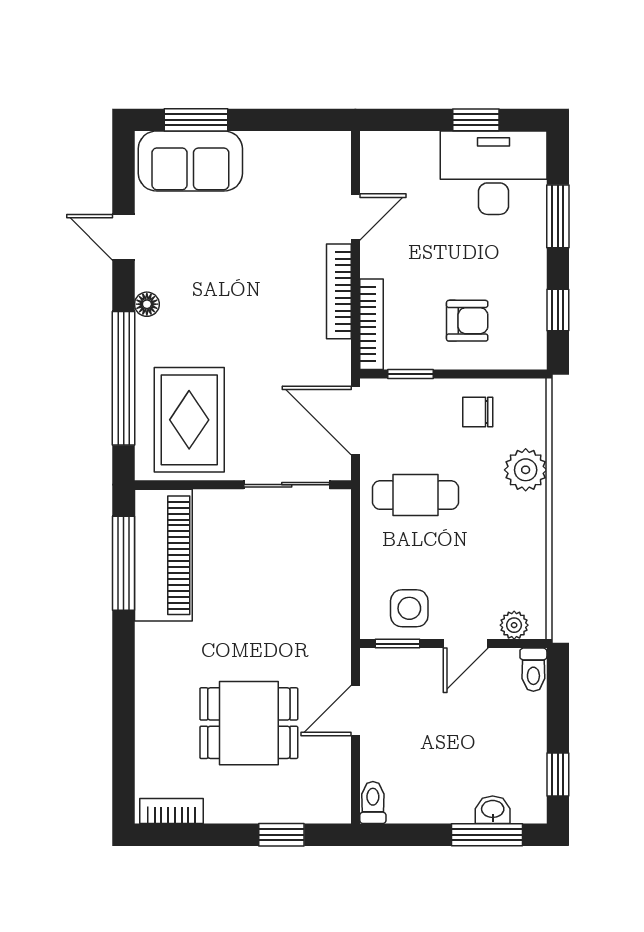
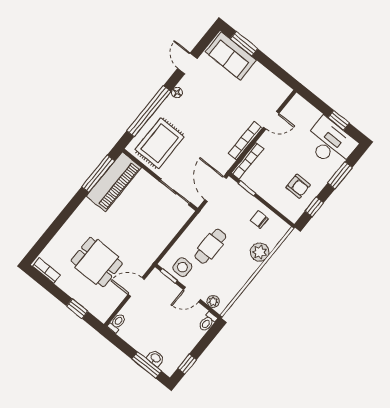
armchair: (467, 321) -> (298, 186), moved
cafe table: (416, 495) -> (210, 246), moved, turned 90

